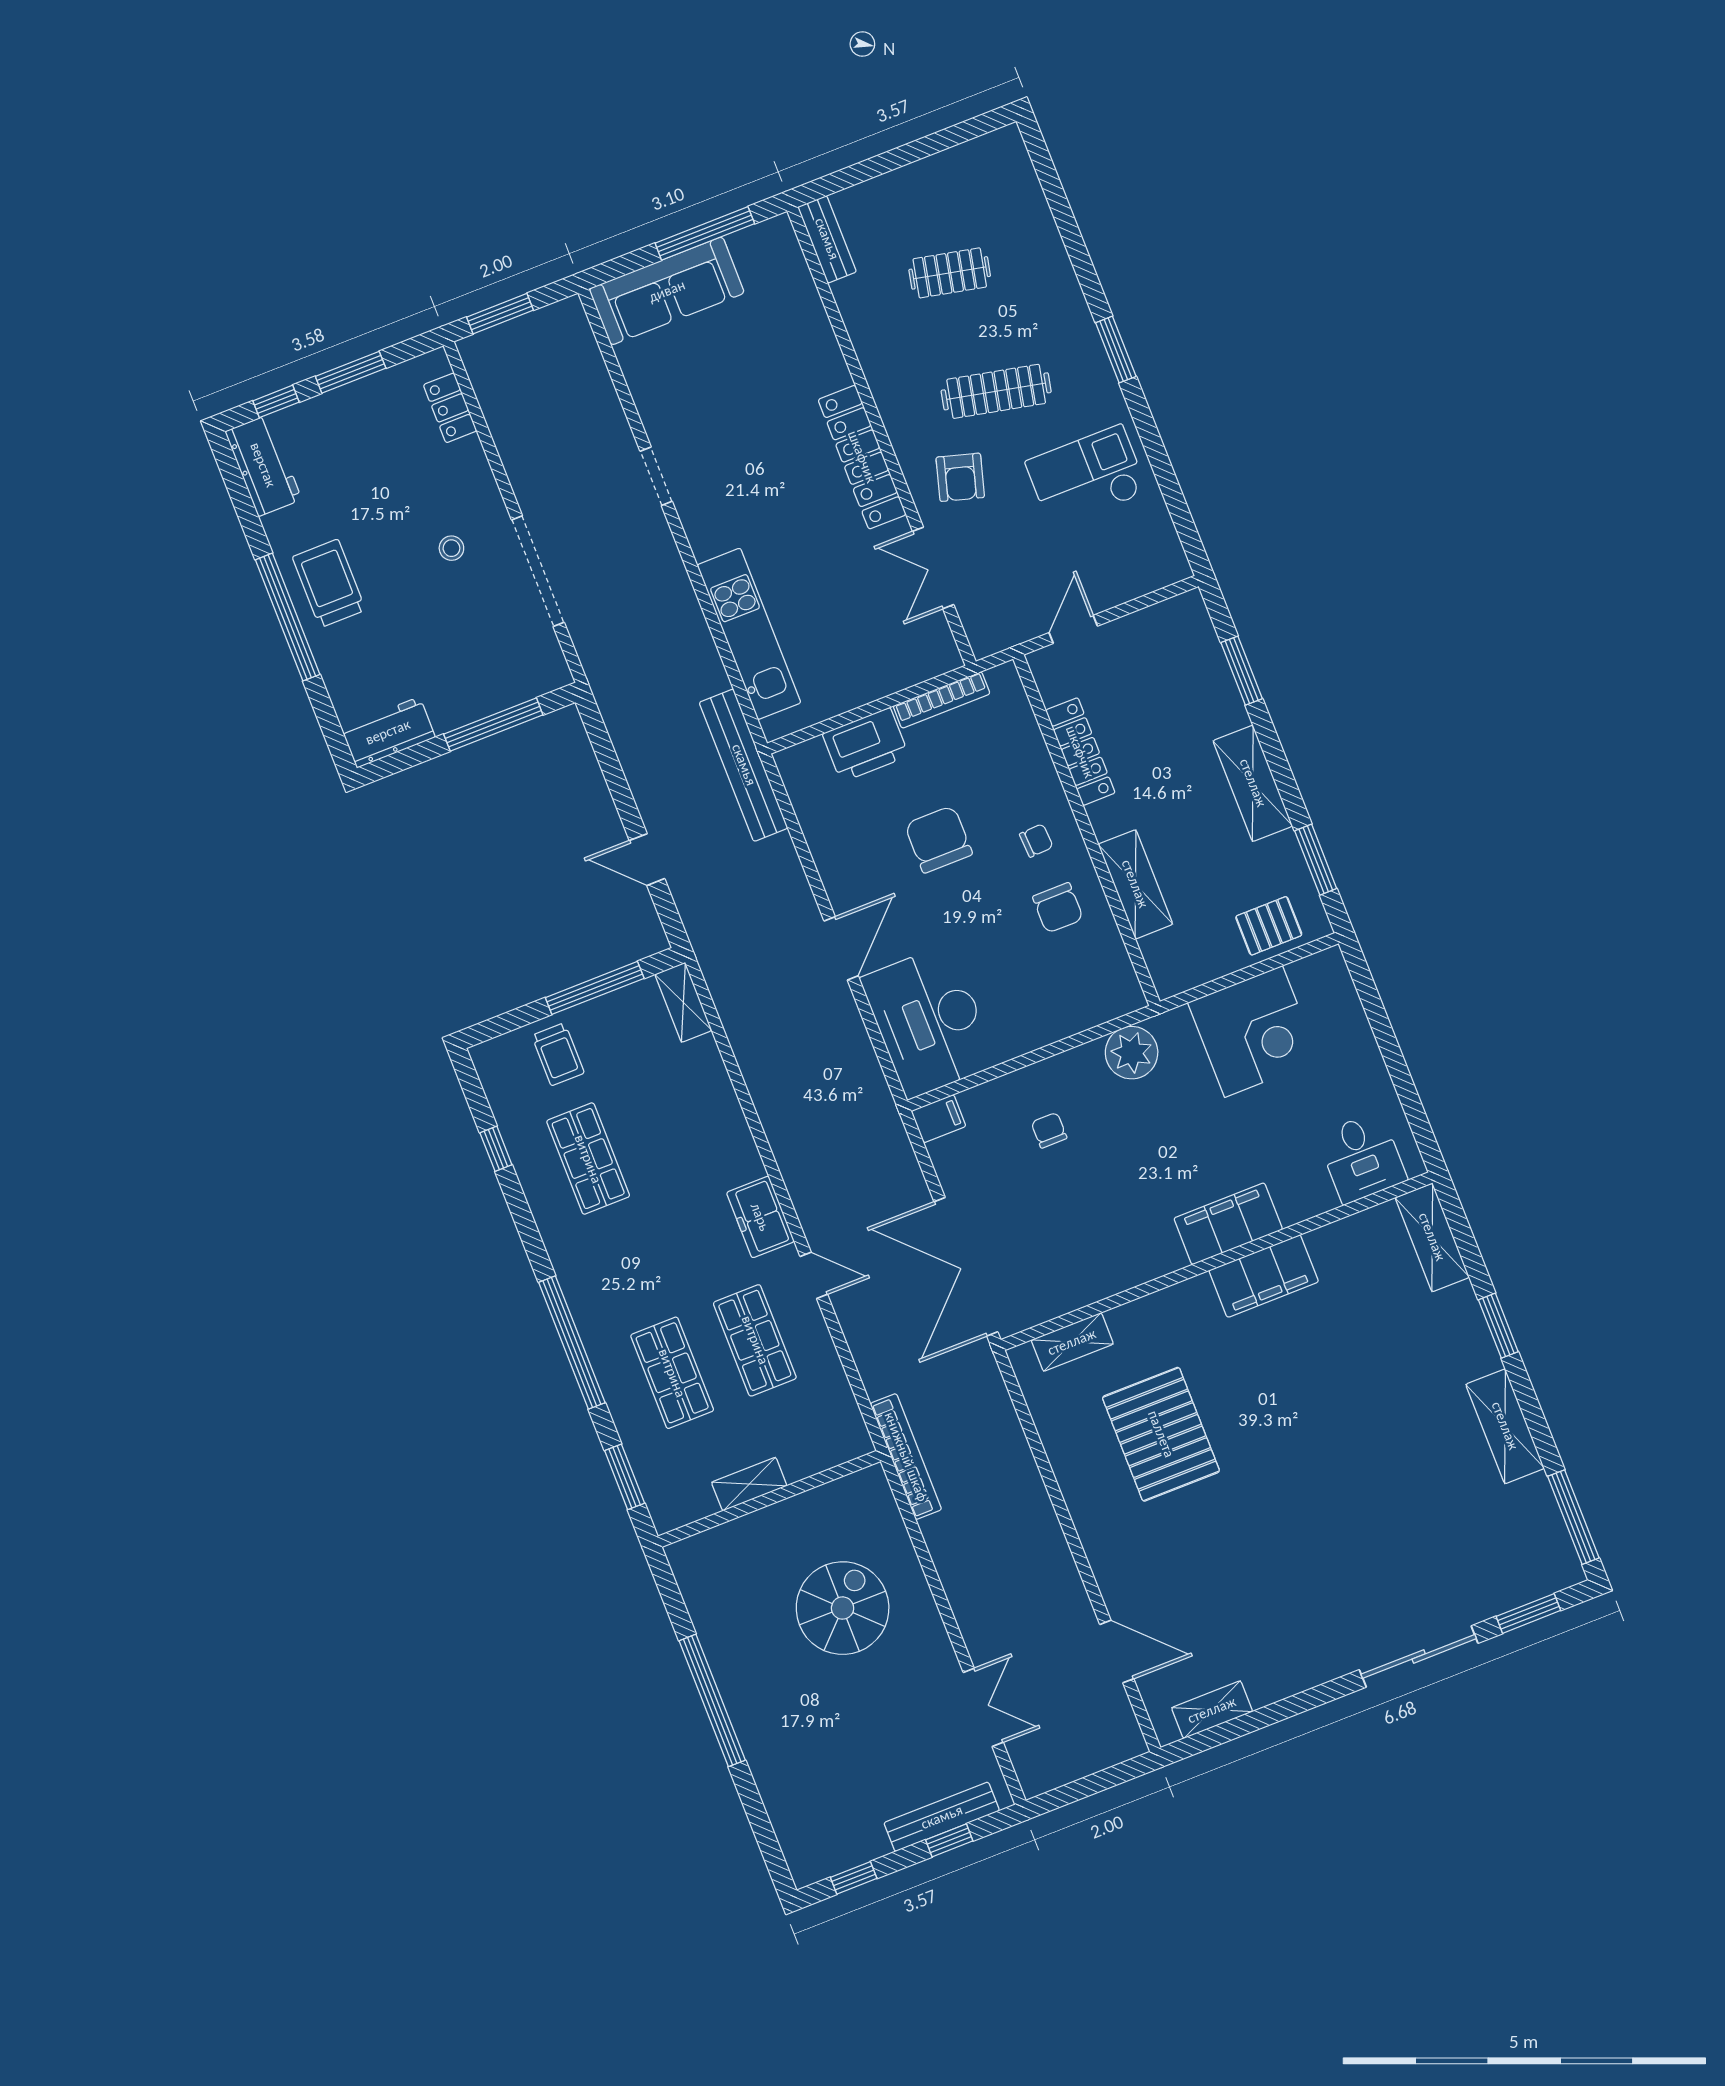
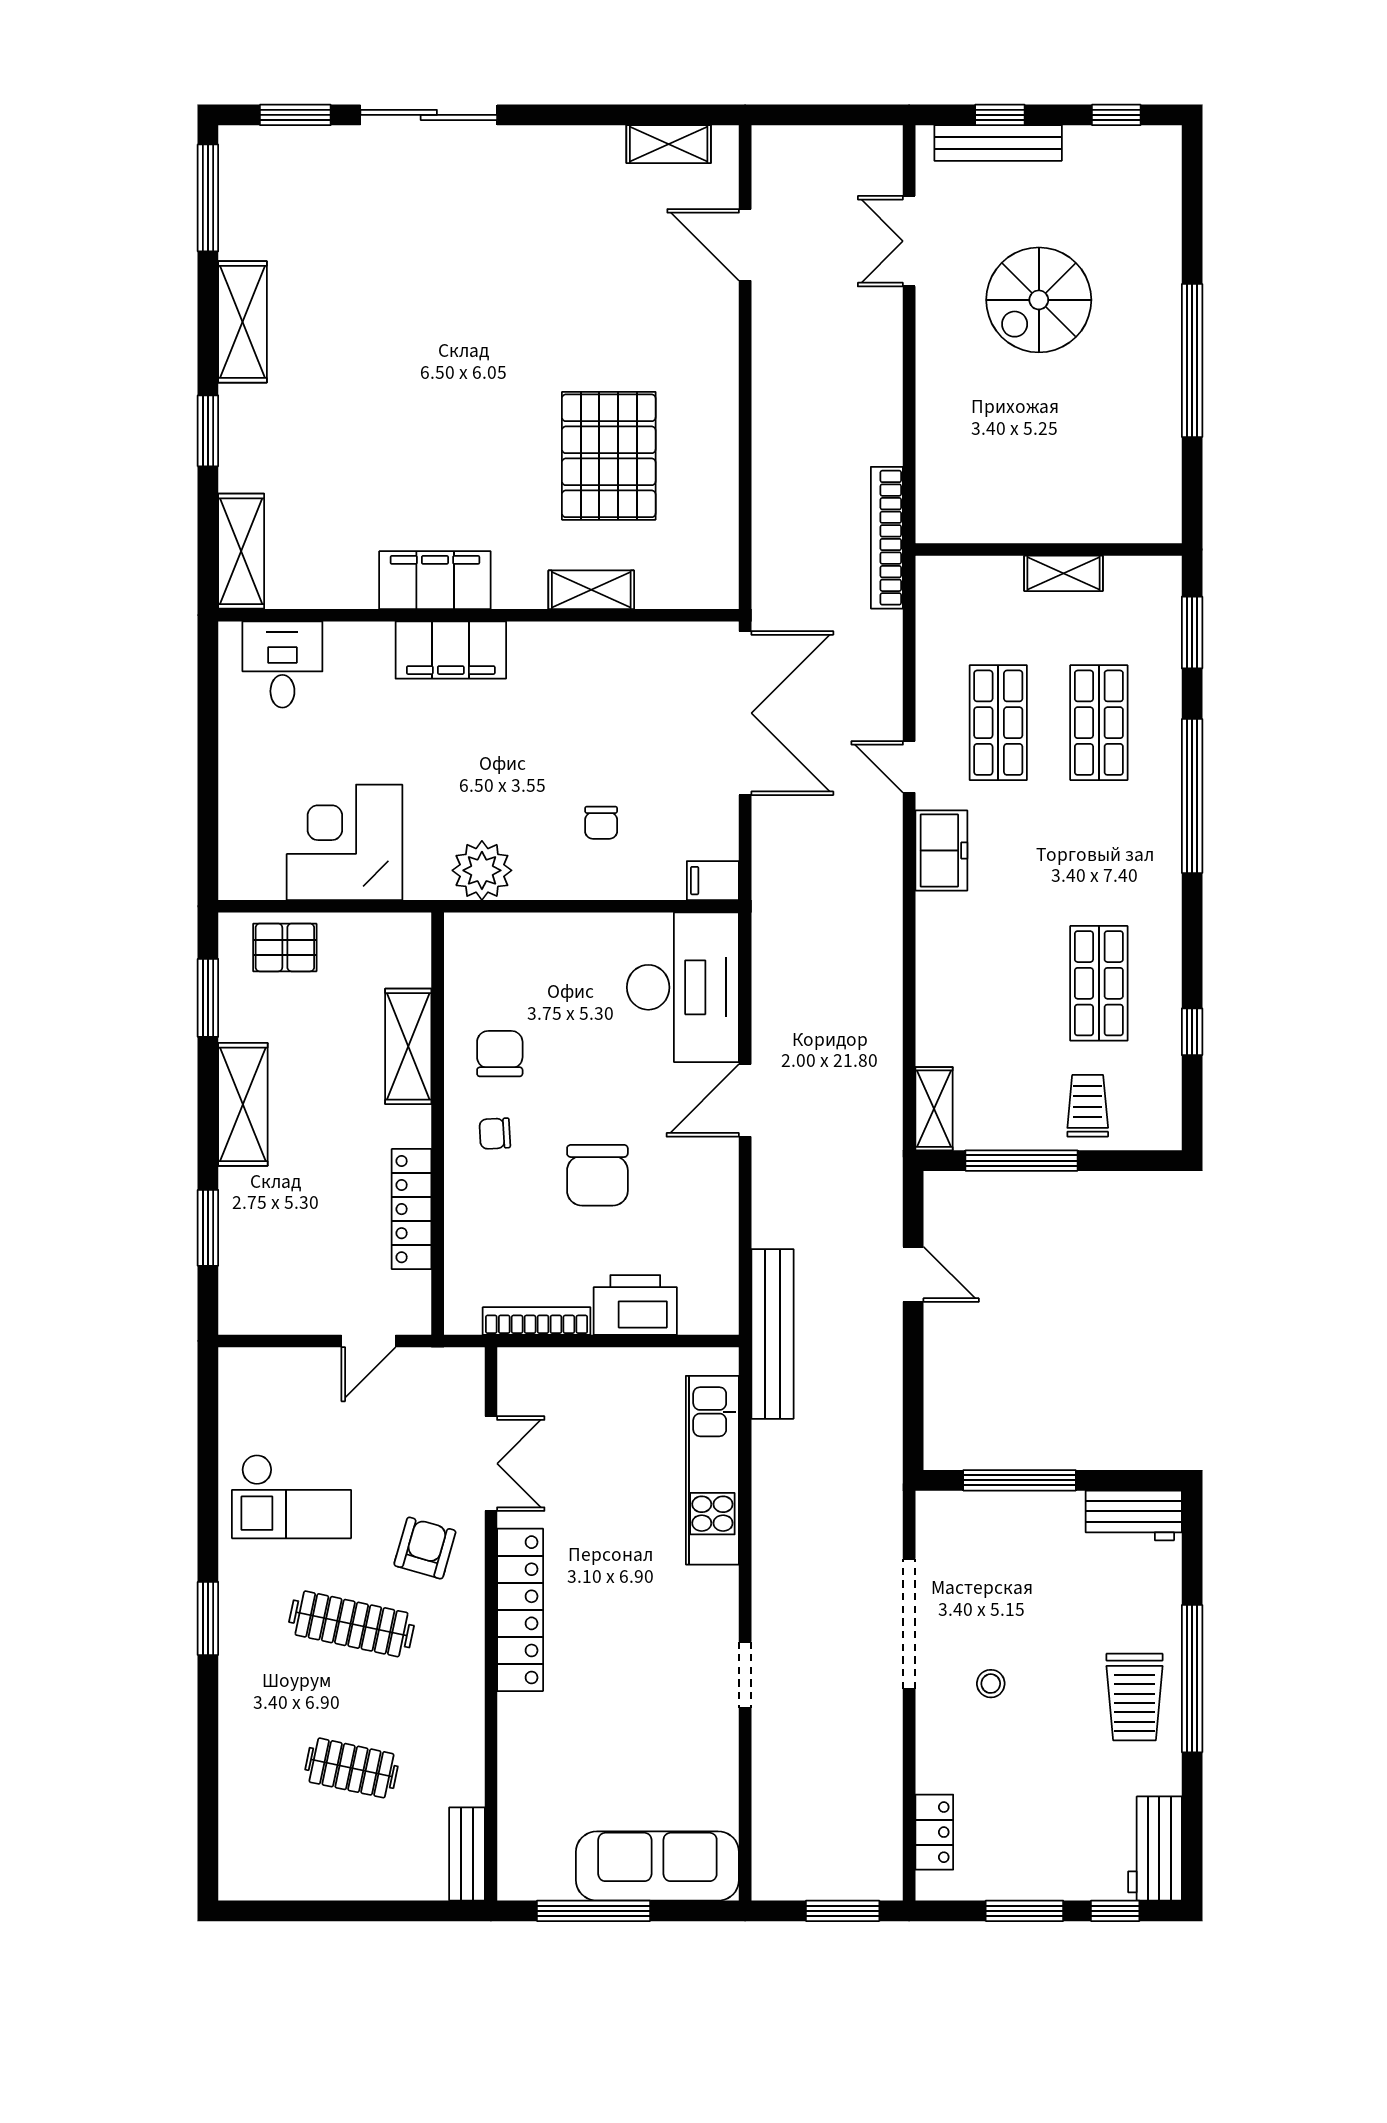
shelving: (1072, 1342) -> (591, 590), moved
spiral stairs: (843, 1608) -> (1039, 300), moved

